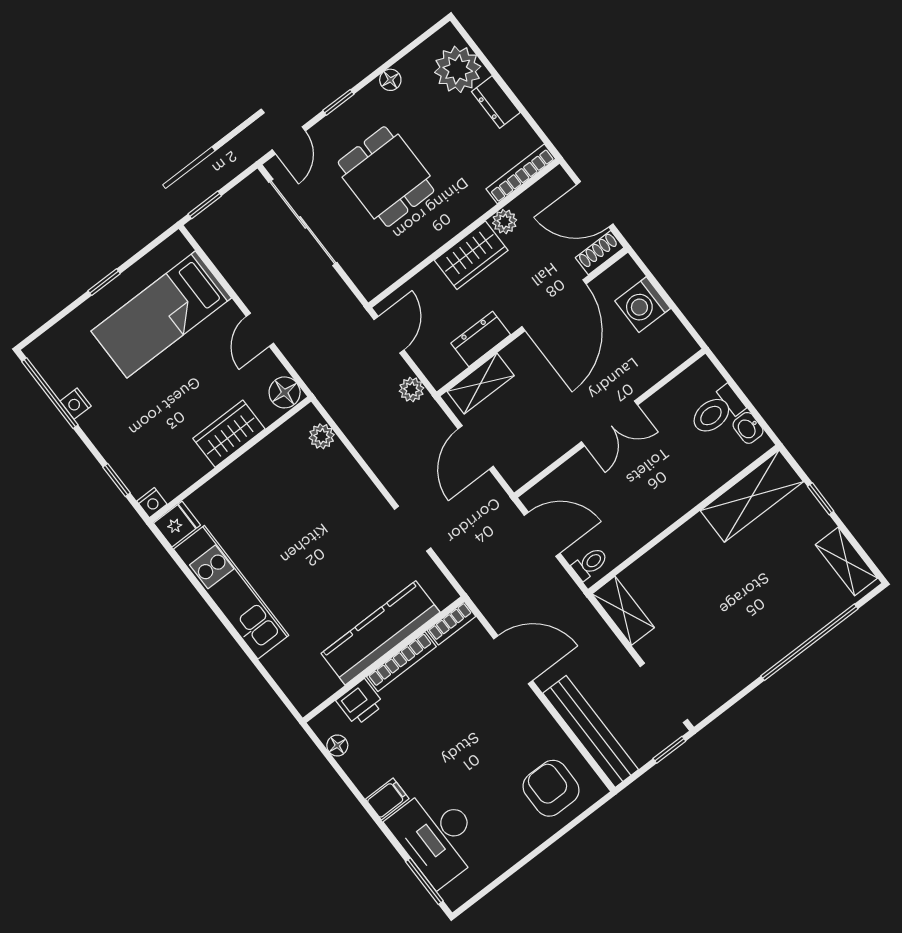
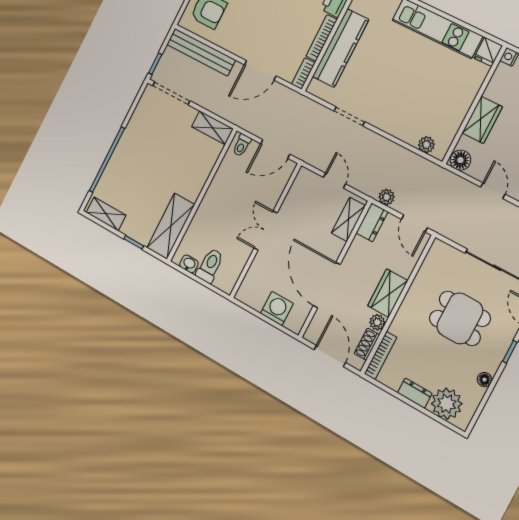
door: (595, 204) -> (330, 356), hinge flipped
shoe rack: (600, 253) -> (367, 344), moved, turned 180
dresser: (481, 339) -> (372, 222), moved
door: (476, 448) -> (334, 181), width x0.73

